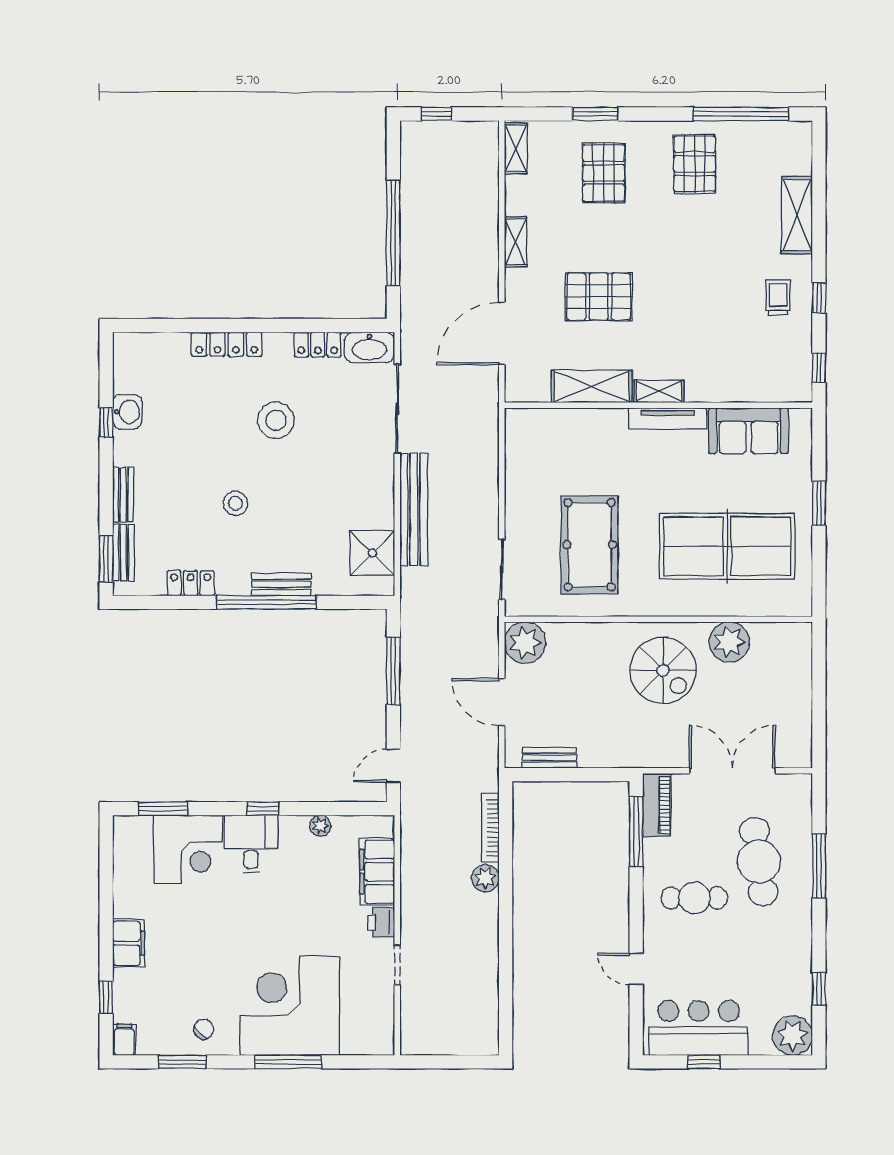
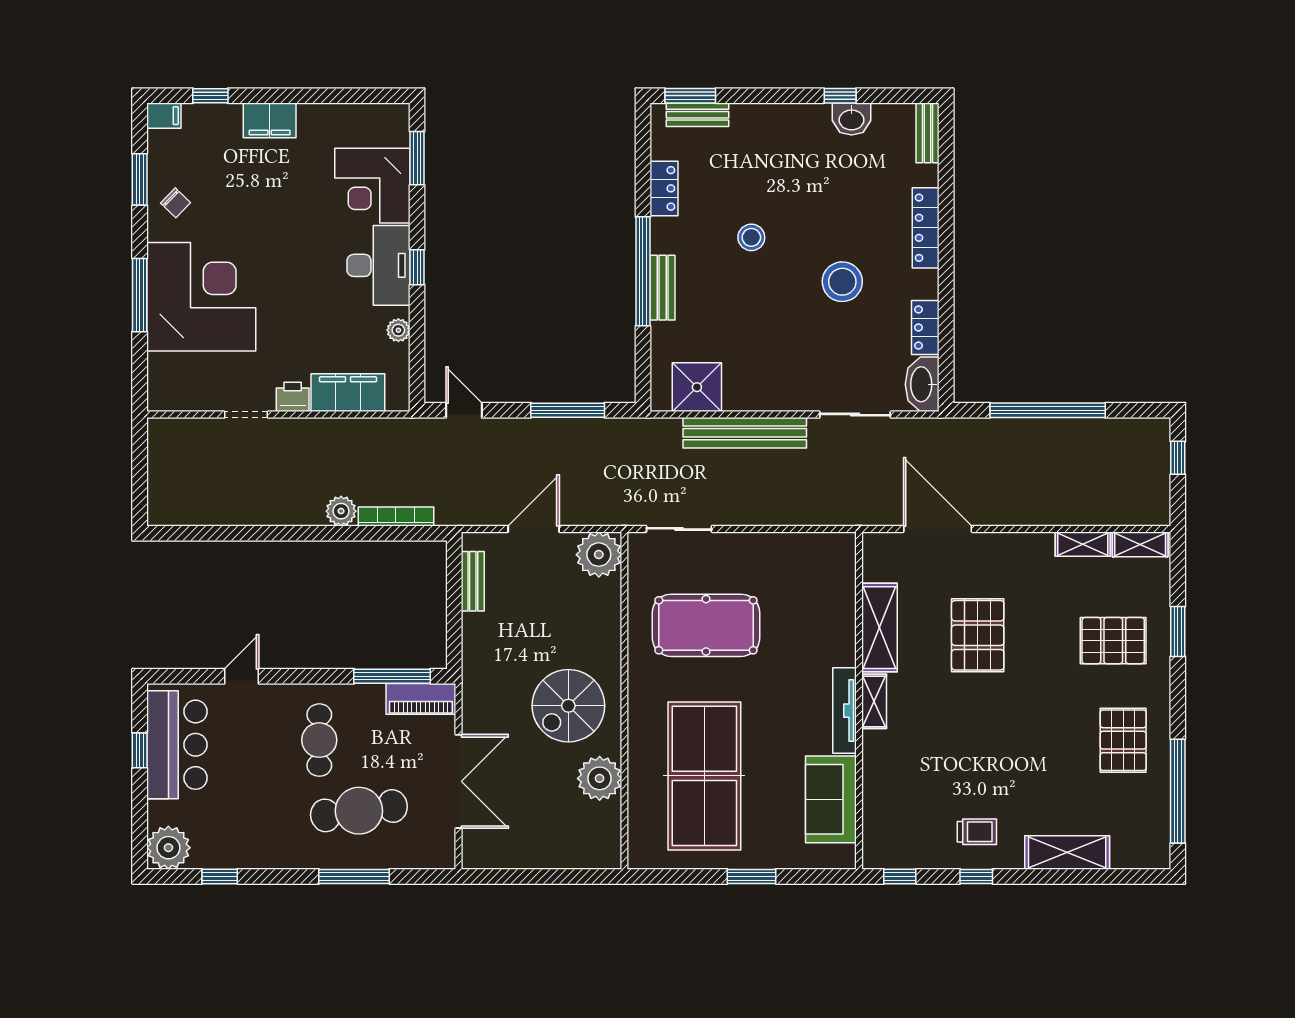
pallet: (695, 164) -> (1123, 740), turned 90
shelving: (516, 242) -> (1083, 544), moved
sliding door: (397, 409) -> (855, 415), width x0.73
bench: (123, 495) -> (927, 133), moved, turned 90
desk: (251, 844) -> (379, 265), width x1.37

